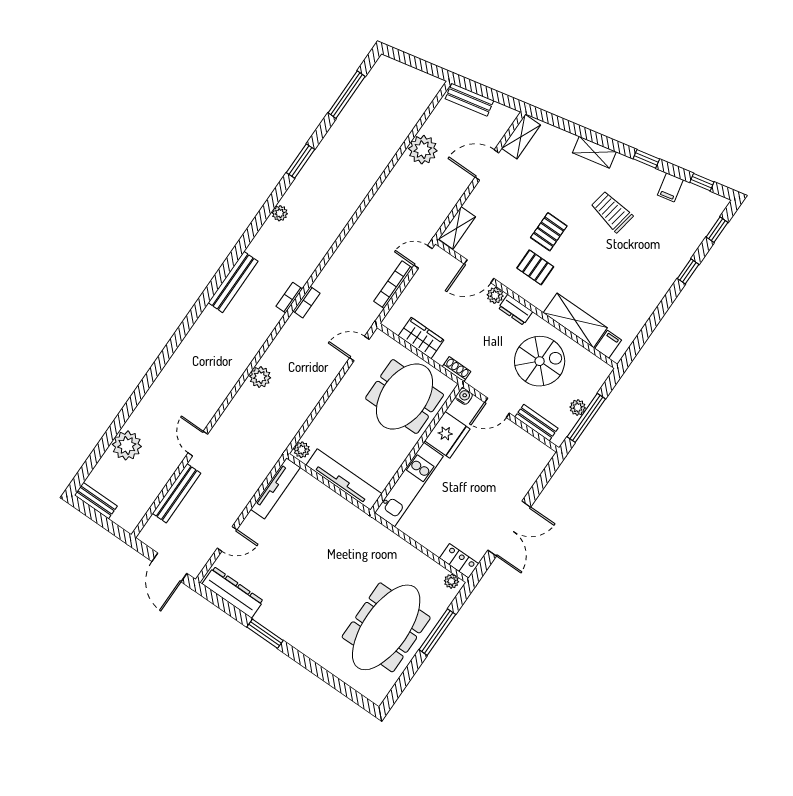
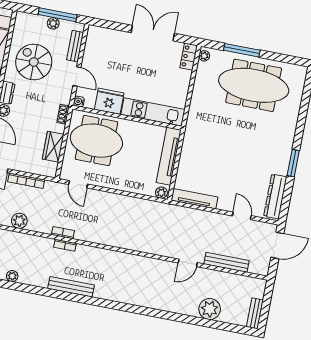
plant: (260, 377) -> (19, 221), moved

